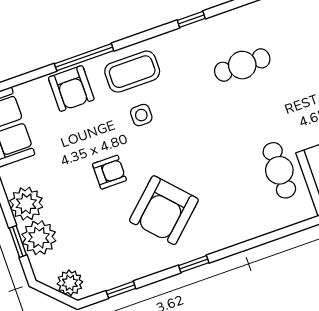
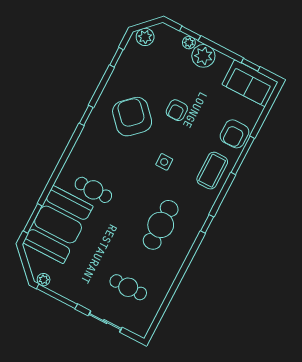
cafe table: (242, 65) -> (161, 225), width x1.37, depth x1.35
armchair: (71, 89) -> (235, 134), turned -90
side table: (141, 115) -> (164, 162), moved
plant: (39, 238) -> (189, 43), width x0.53, depth x0.53
window: (194, 264) -> (86, 115), moved

